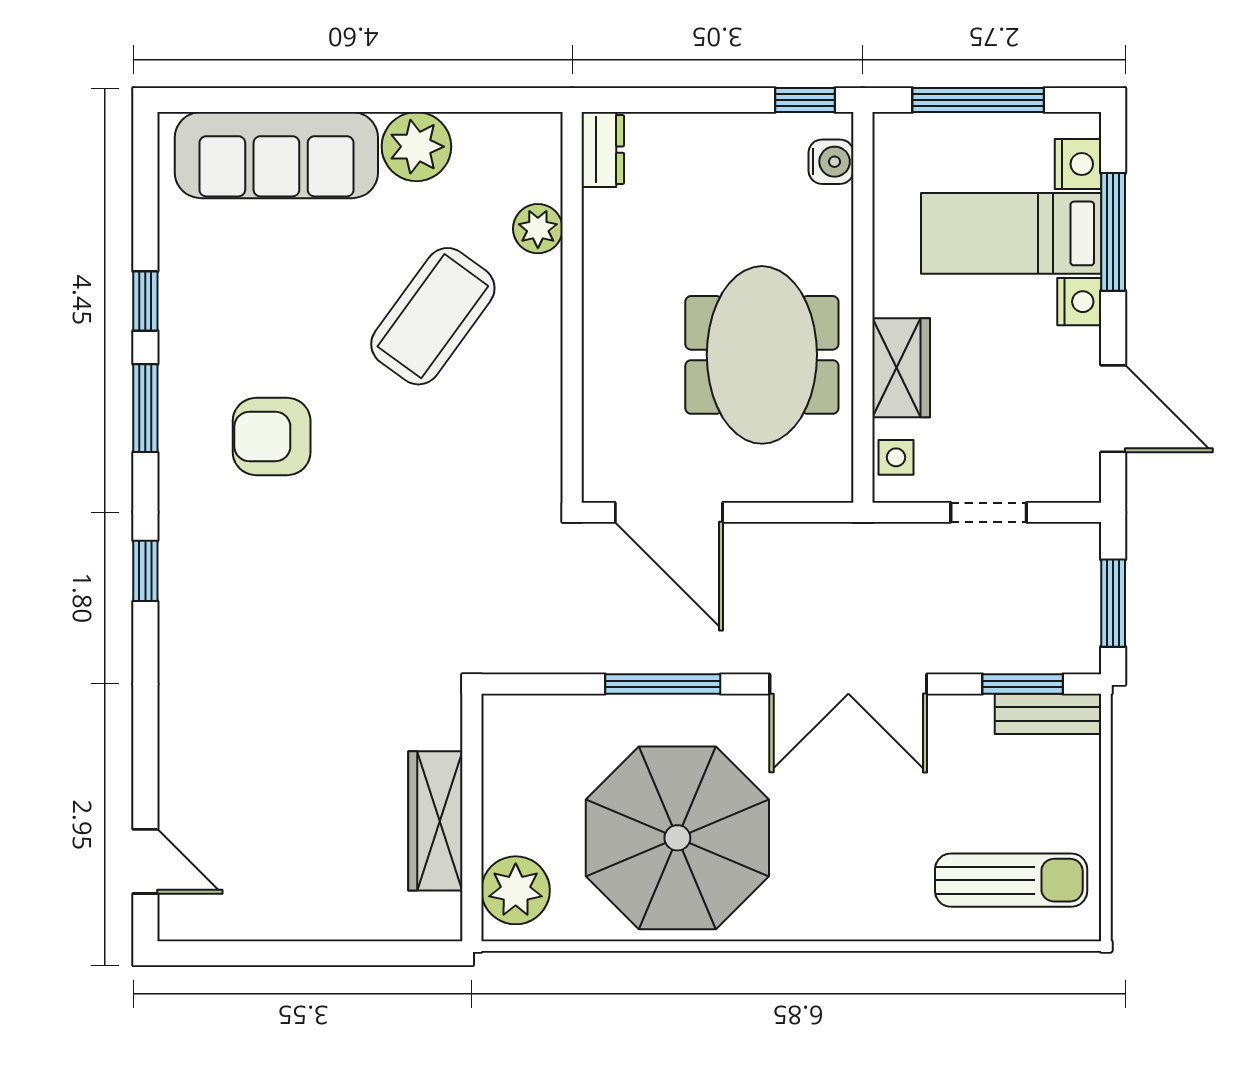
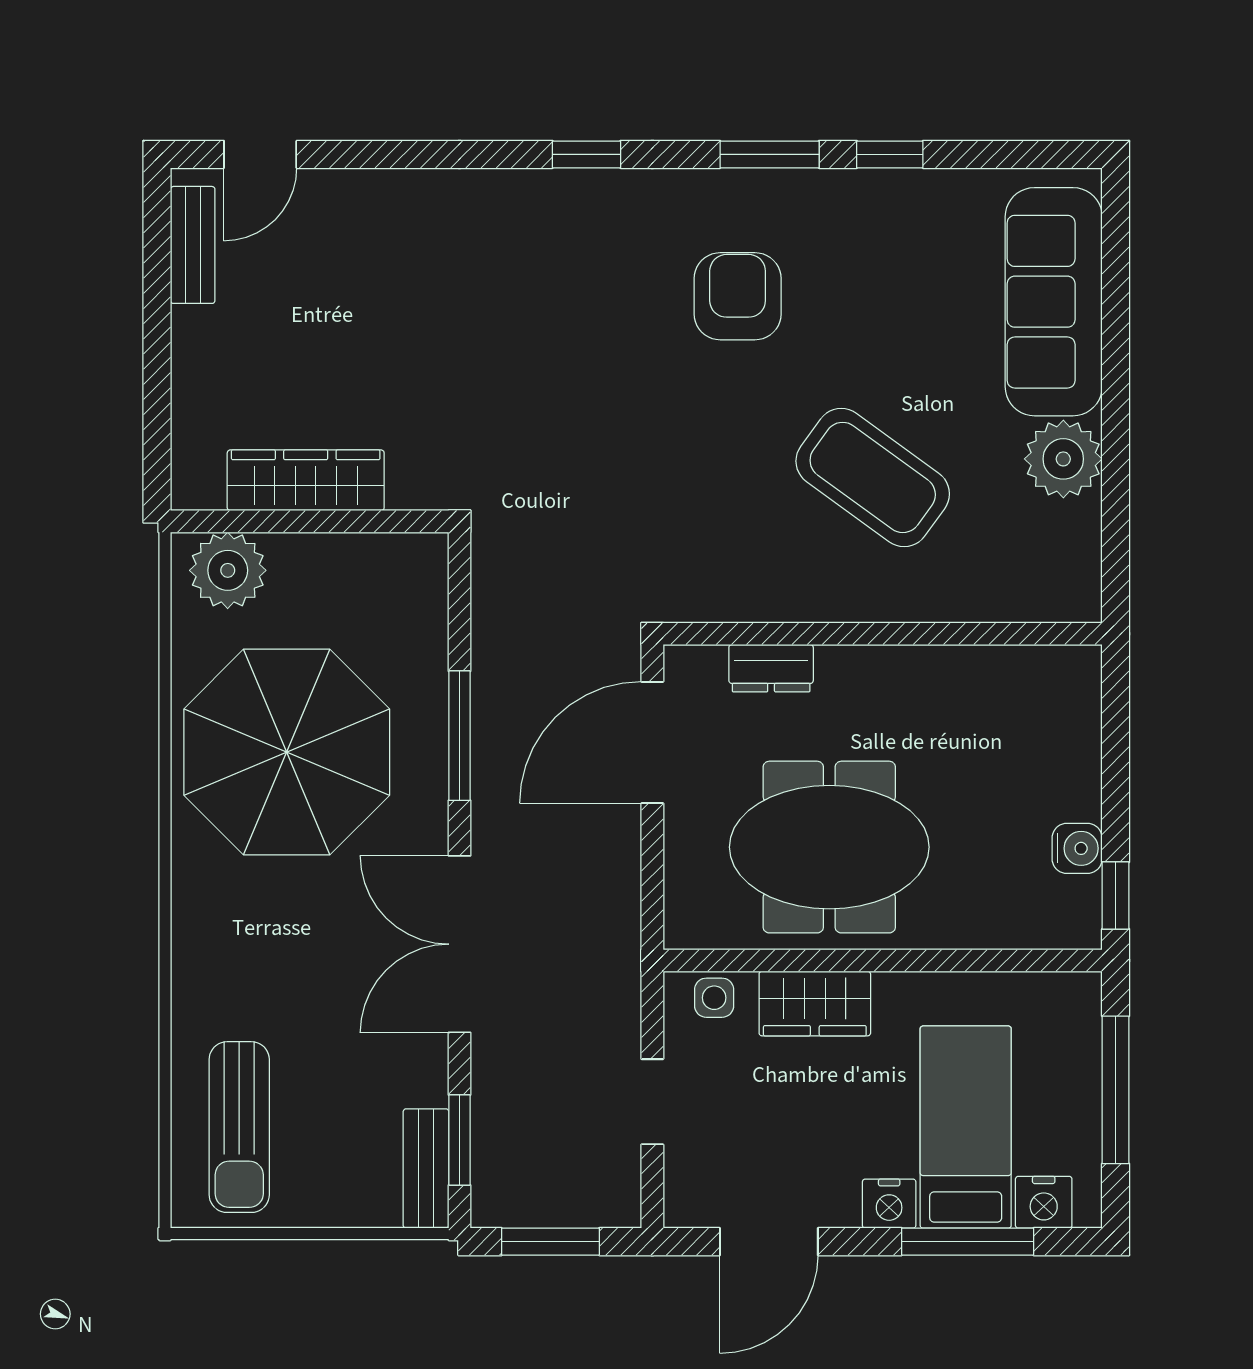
dresser: (603, 150) -> (771, 668), moved
water cooler: (831, 162) -> (1077, 848), moved, turned -90
plant: (538, 229) -> (971, 595), removed
bench: (226, 922) -> (193, 245), added

